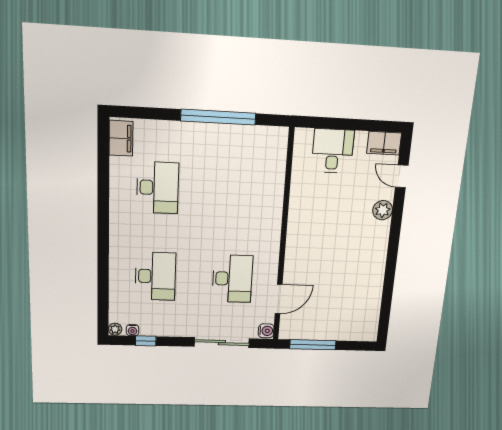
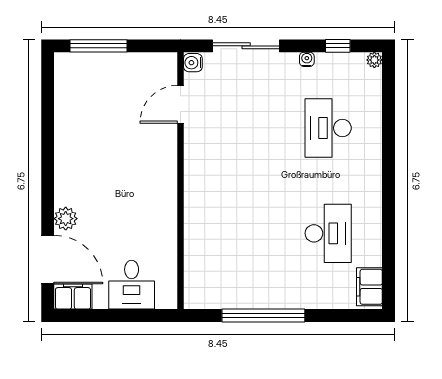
door: (402, 176) -> (48, 260), width x1.87
desk: (158, 188) -> (328, 233), turned 180
desk: (232, 279) -> (238, 128), removed
water cooler: (133, 330) -> (307, 59), moved
window: (313, 345) -> (99, 46), moved

